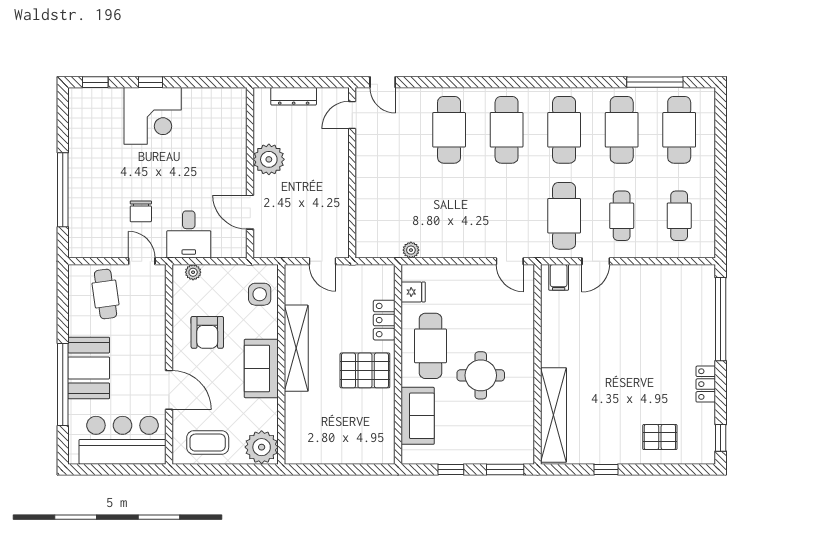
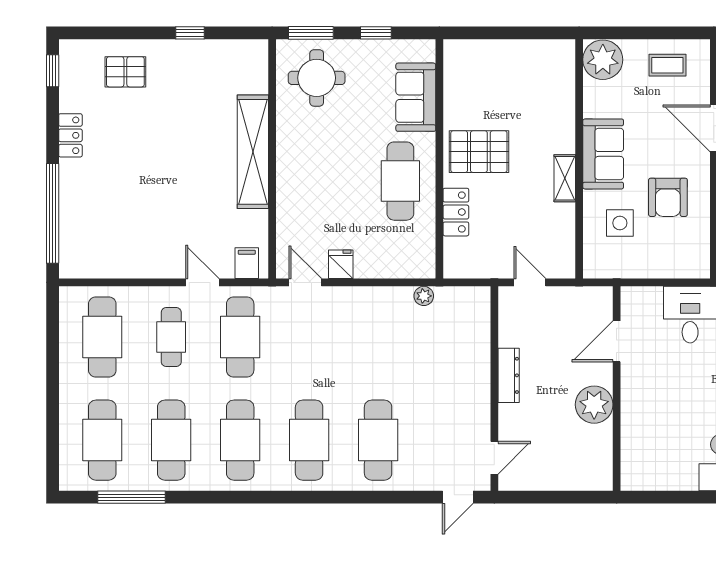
door: (383, 82) -> (458, 497), swing flipped
dresser: (294, 96) -> (509, 375), moved, turned 90
door: (250, 212) -> (617, 341), swing flipped
cafe table: (679, 216) -> (102, 337), width x1.37, depth x1.35
door: (596, 261) -> (202, 282), hinge flipped
plant: (193, 272) -> (685, 269), removed
fridge: (413, 292) -> (341, 264), moved, turned 90
side table: (260, 294) -> (620, 223), moved
armchair: (207, 332) -> (668, 197), turned 180
shelving: (296, 348) -> (565, 178), width x0.45, depth x0.75
round table: (481, 375) -> (317, 78), moved
shelving: (553, 415) -> (253, 152), moved
coffee table: (208, 443) -> (667, 65), width x0.73, depth x0.77

